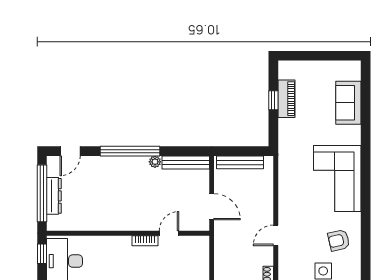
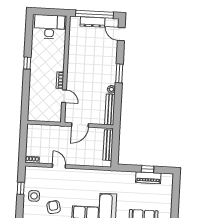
window: (130, 151) -> (119, 73), width x0.47
window: (42, 254) -> (55, 12), removed

